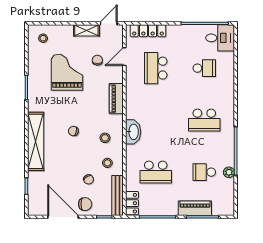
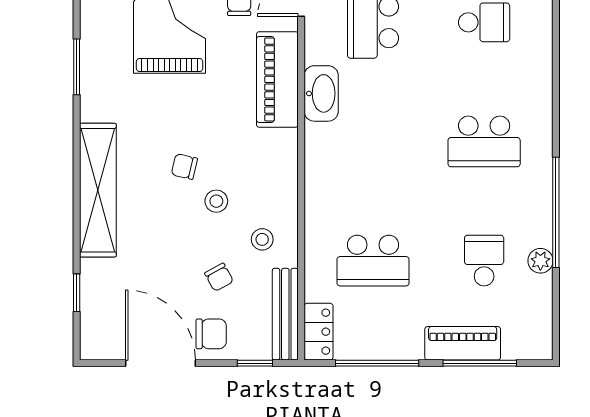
piano: (116, 99) -> (277, 79), width x1.37, depth x1.33
washbasin: (133, 132) -> (321, 93), moved
stool: (105, 138) -> (216, 201), moved
school desk: (204, 172) -> (484, 261), turned 90

